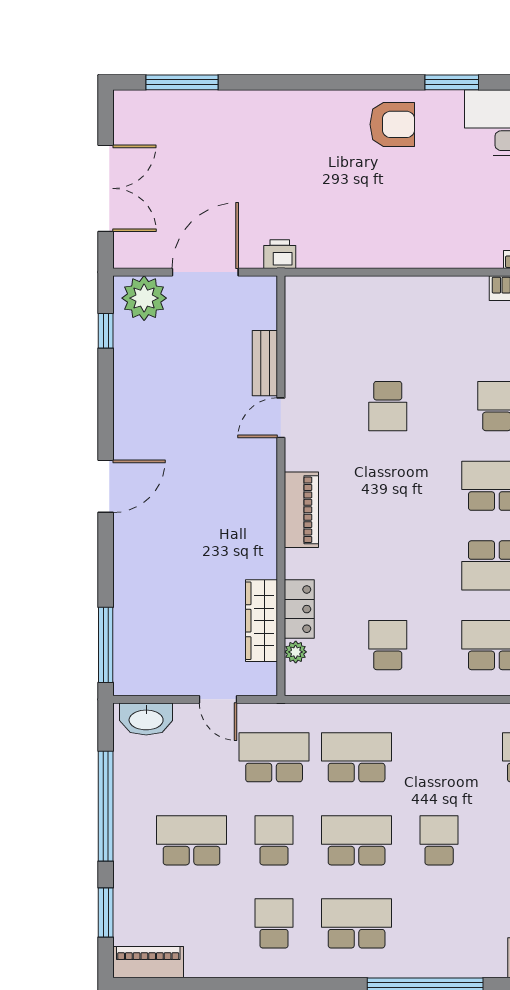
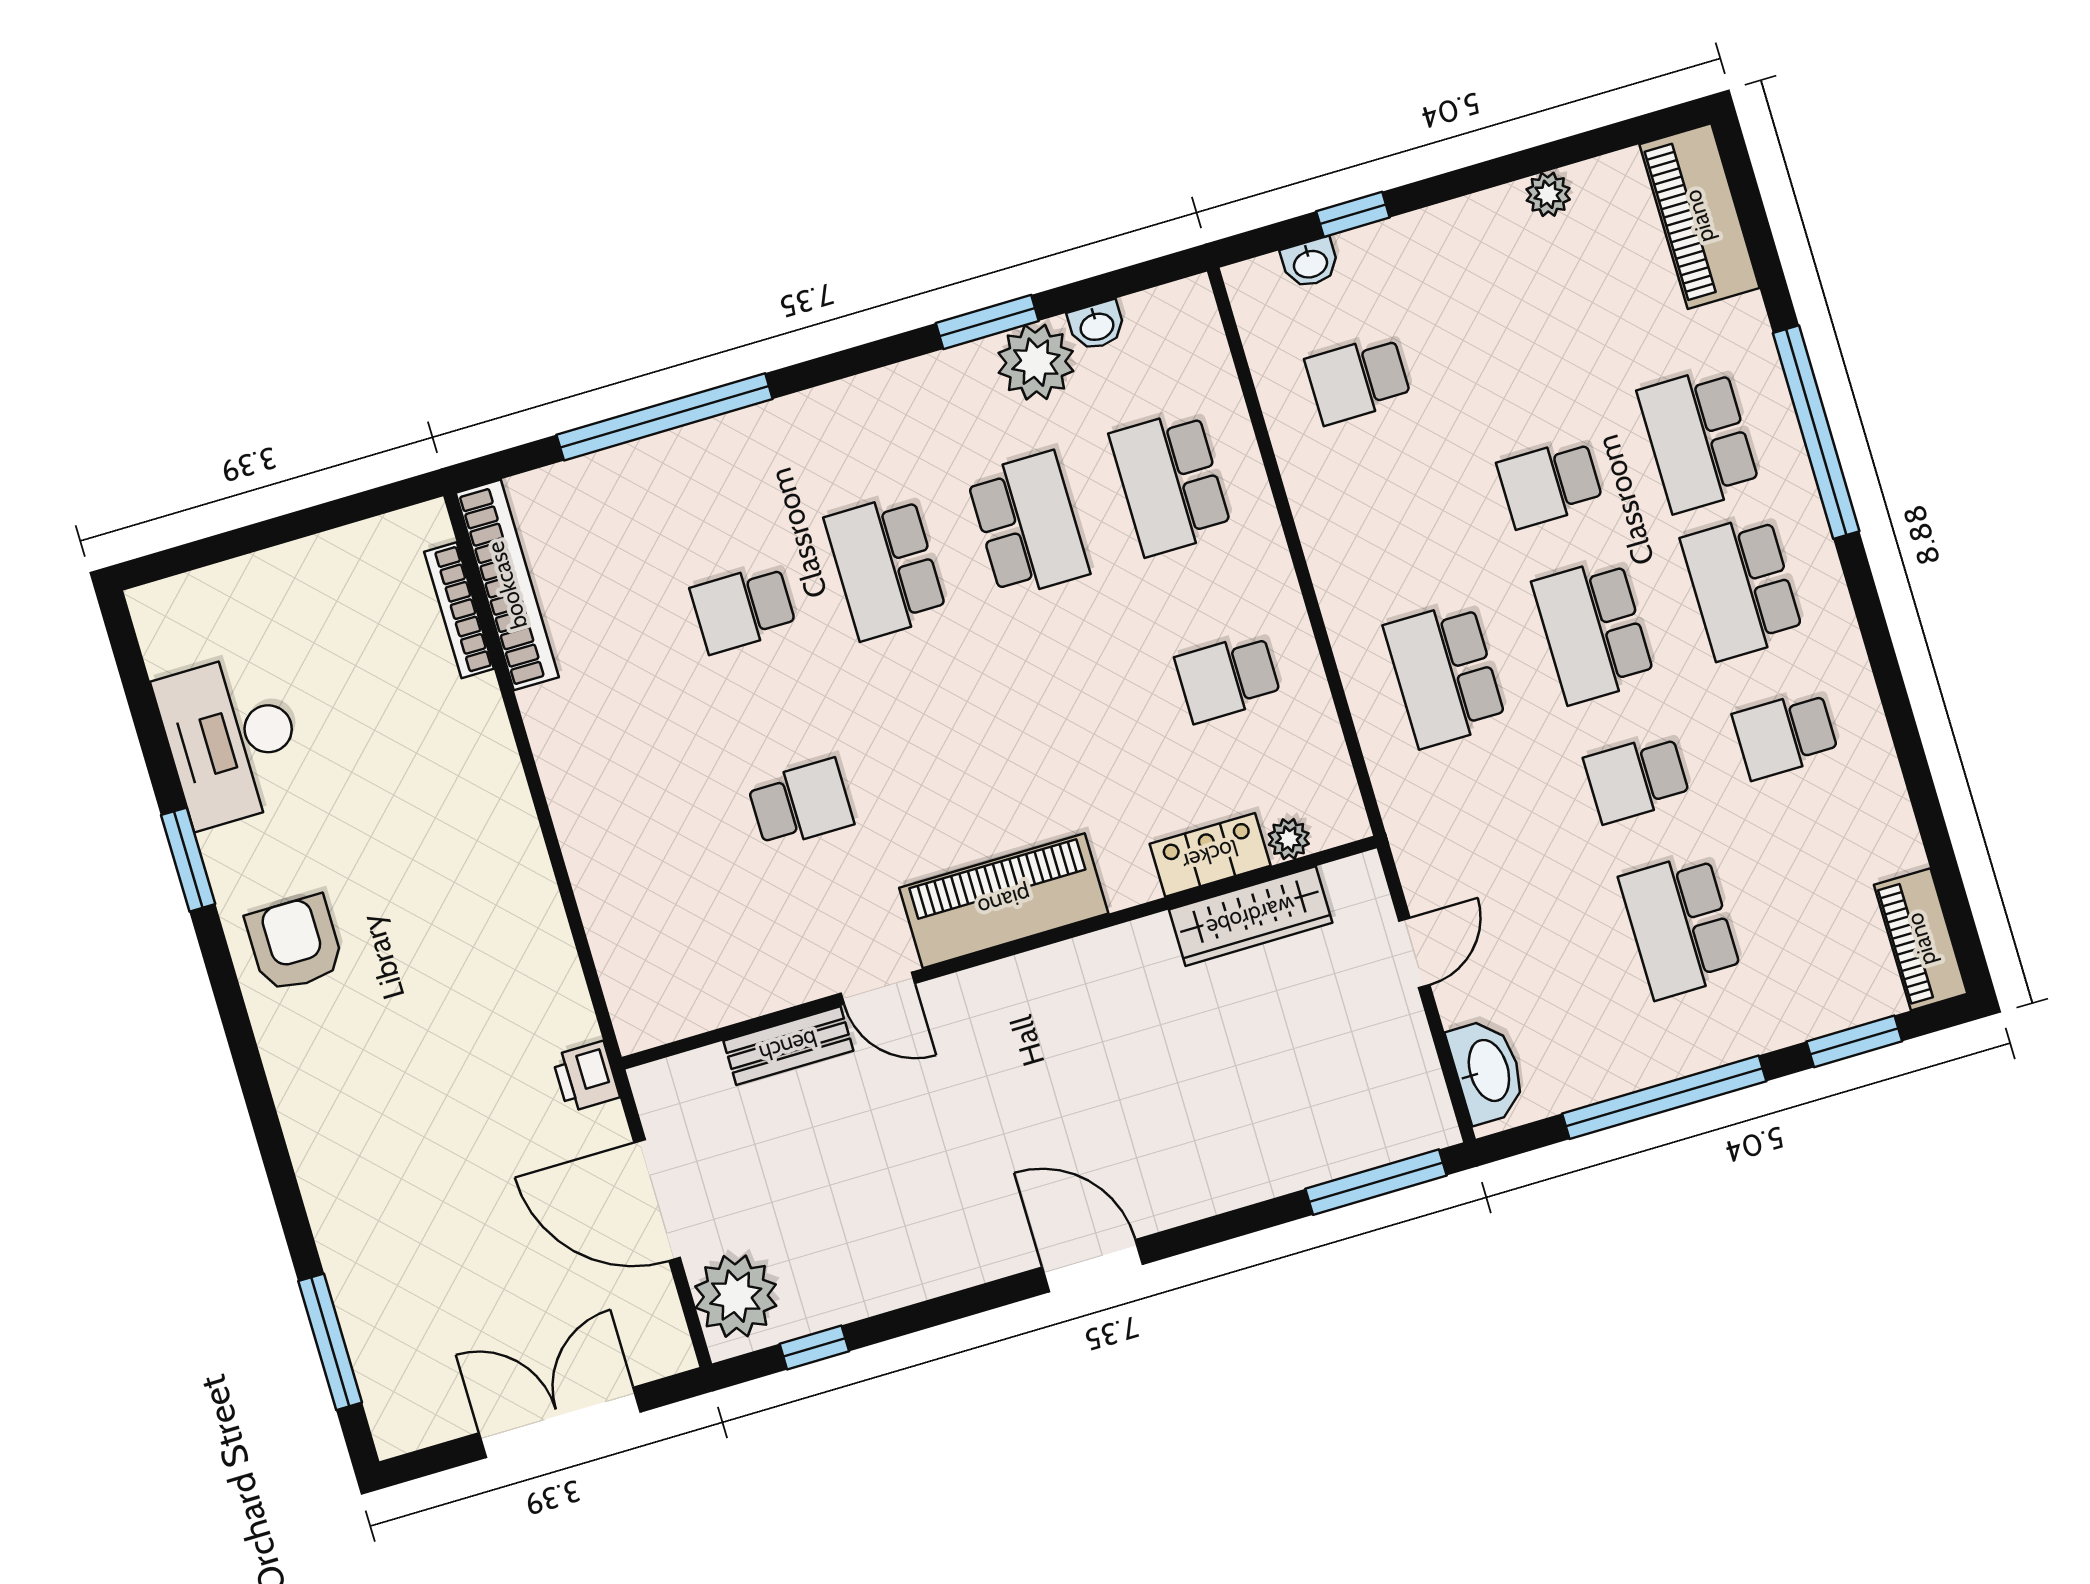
piano: (301, 510) -> (1004, 901), width x1.37, depth x1.33
school desk: (274, 757) -> (1699, 440), moved

